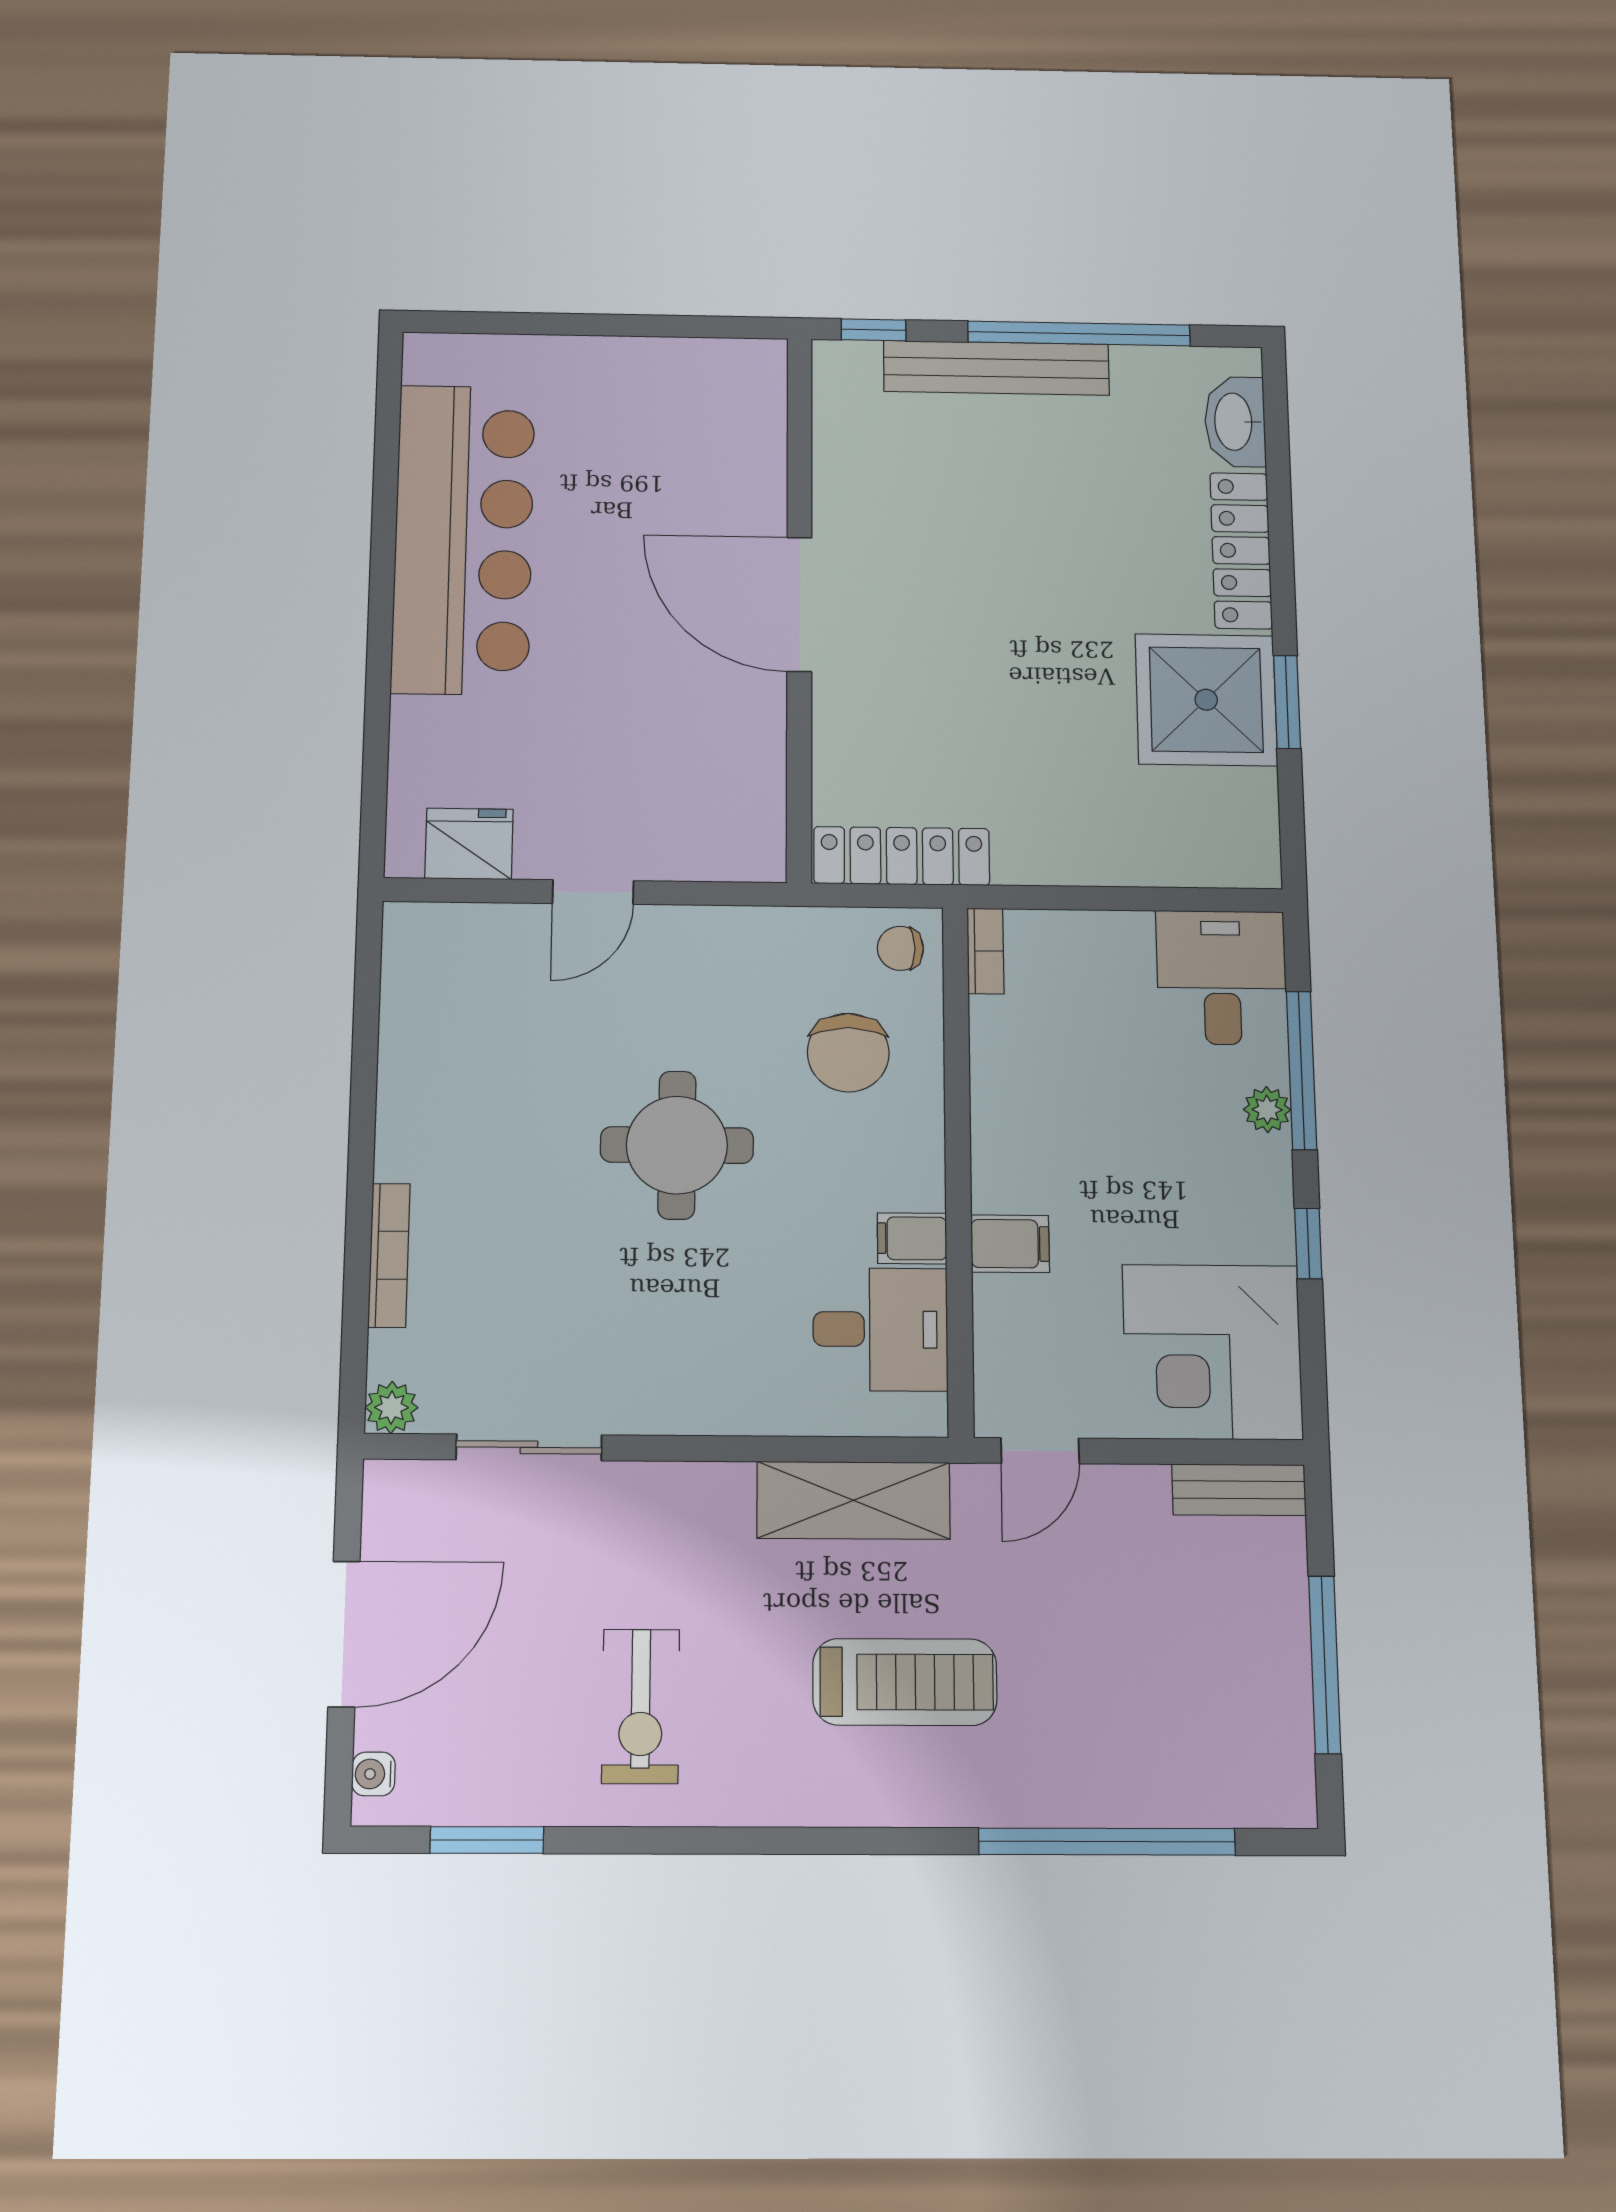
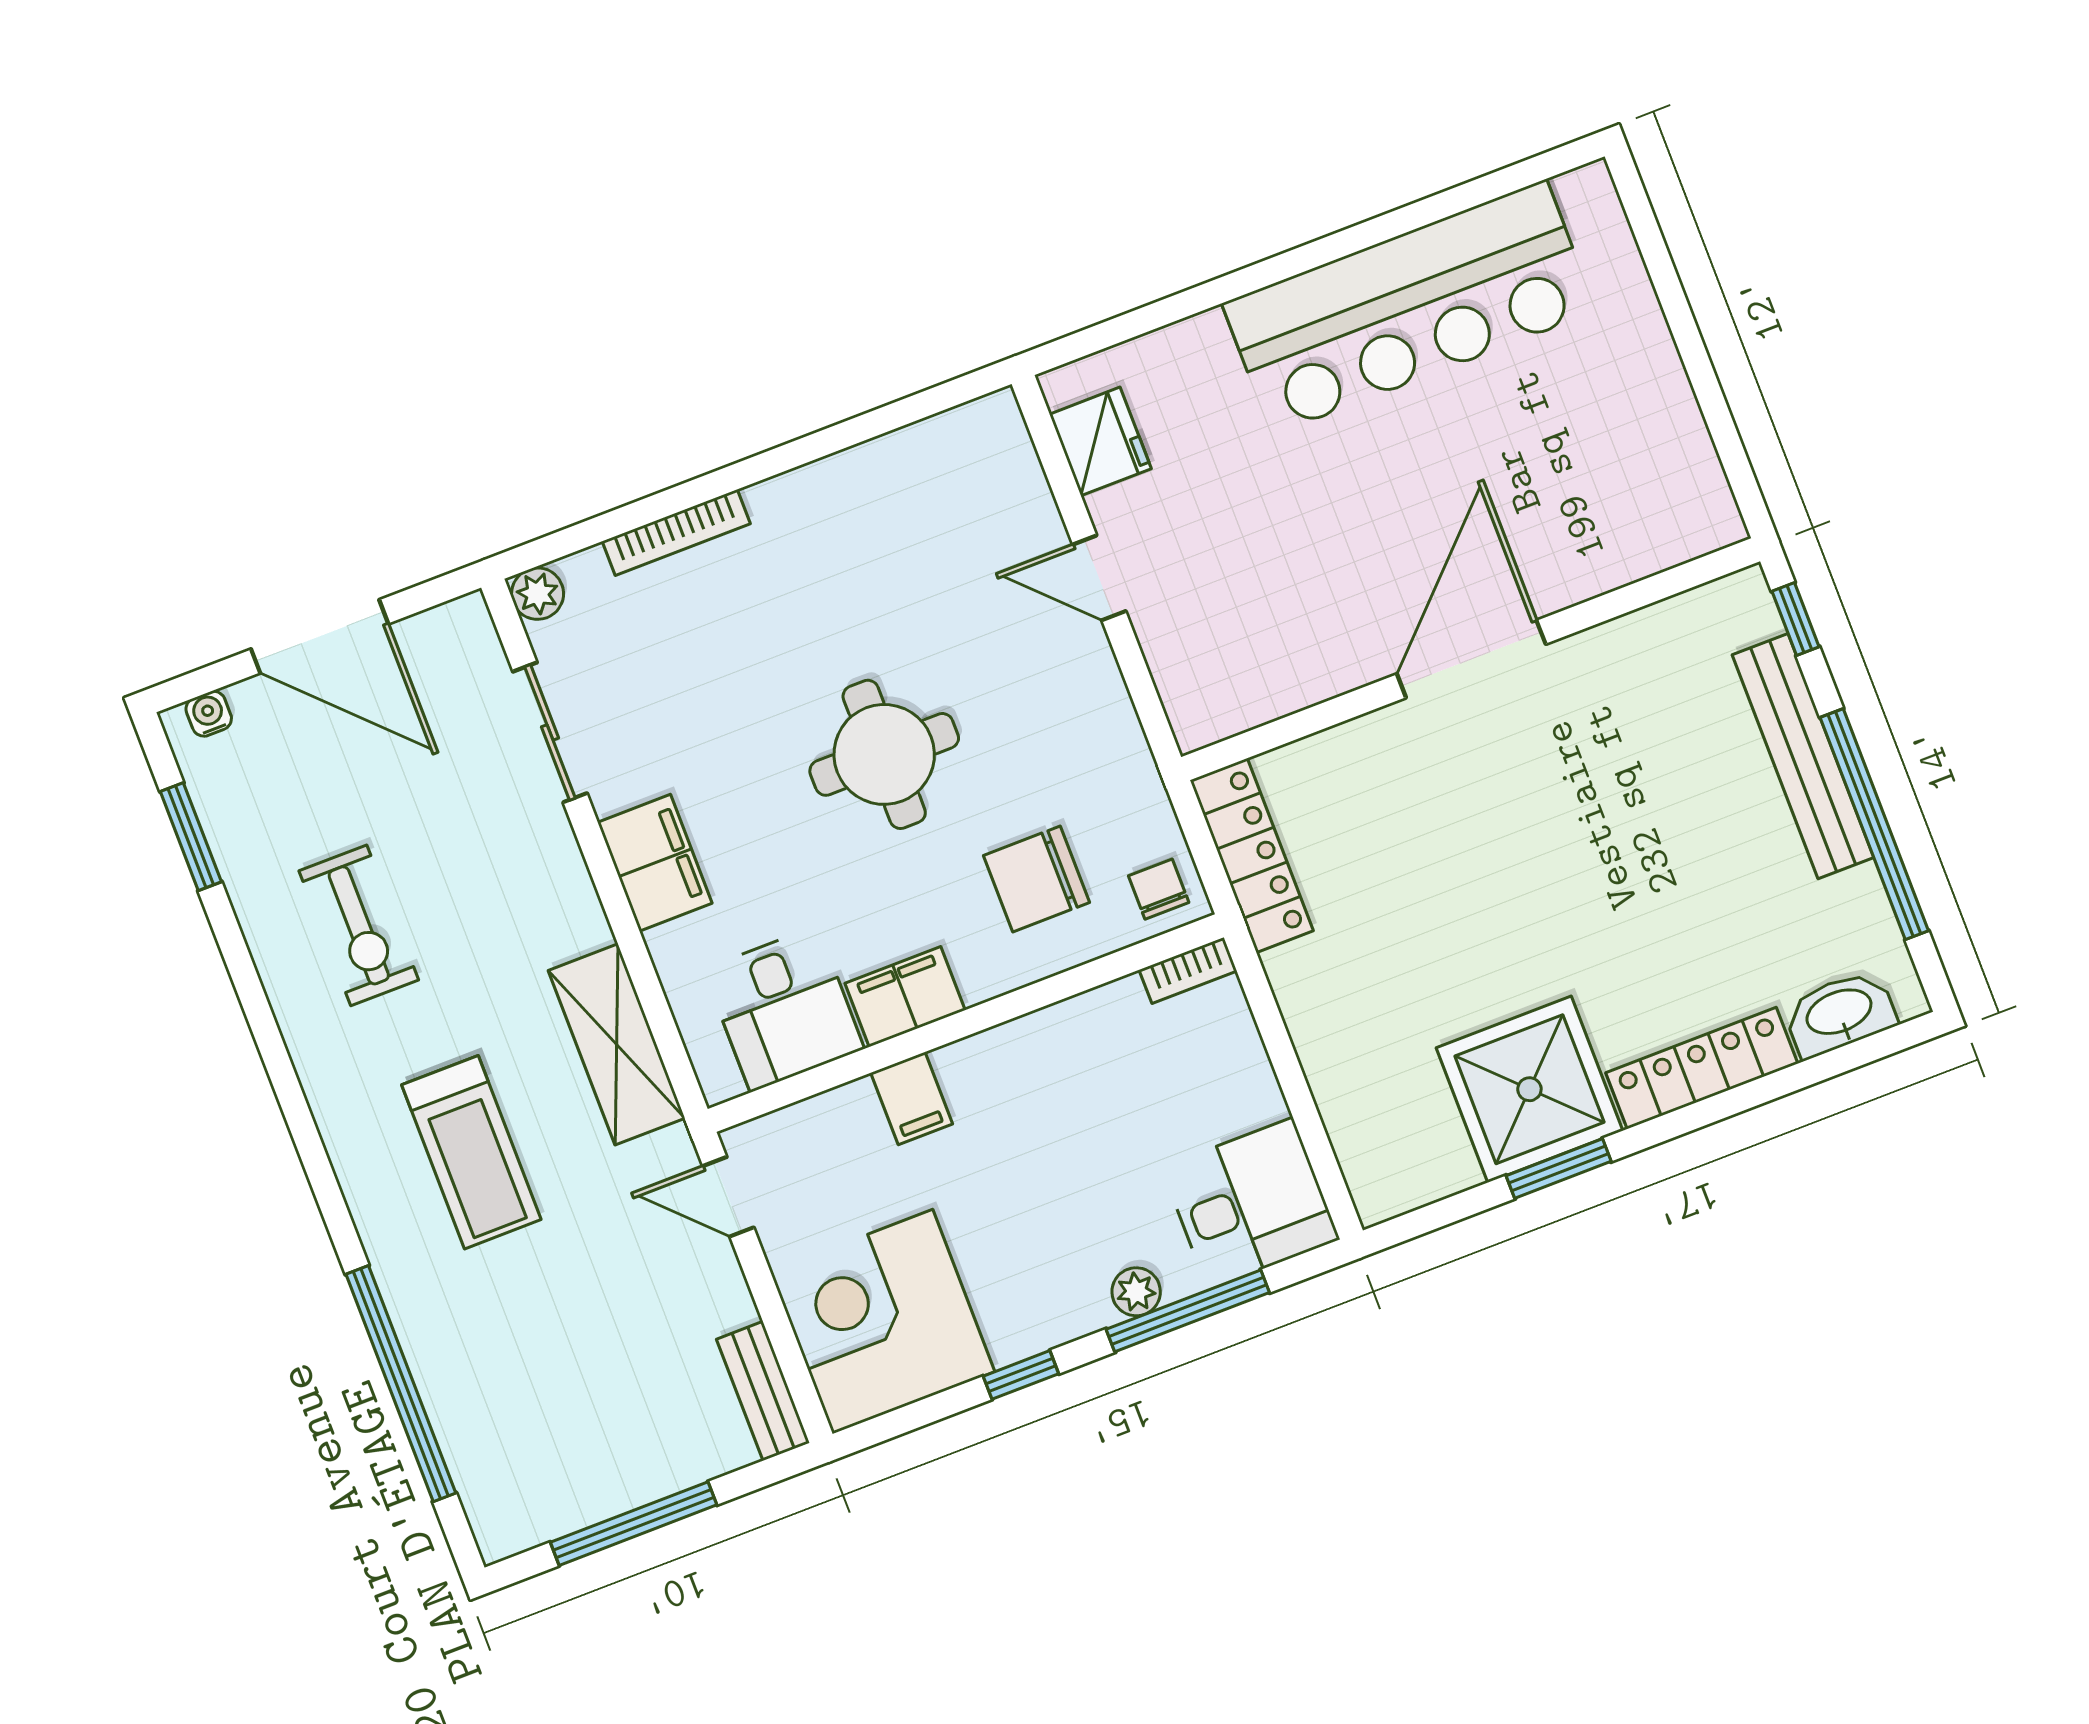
filing cabinet: (912, 1238) -> (905, 997), width x2.00
filing cabinet: (694, 1396) -> (655, 863), added
exercise bike: (641, 1706) -> (359, 925), turned -90

